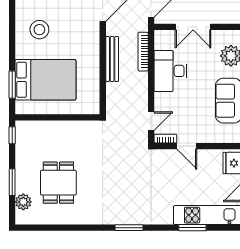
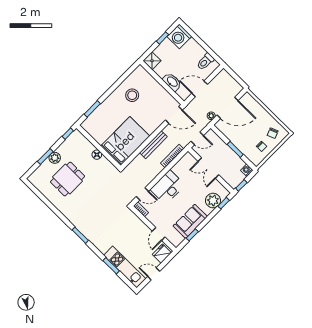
desk: (170, 71) -> (168, 187), moved
bed: (45, 80) -> (125, 141), moved, turned -90
floor lamp: (64, 127) -> (97, 155), added
door: (187, 146) -> (159, 234), moved
plant: (23, 202) -> (55, 158), moved

